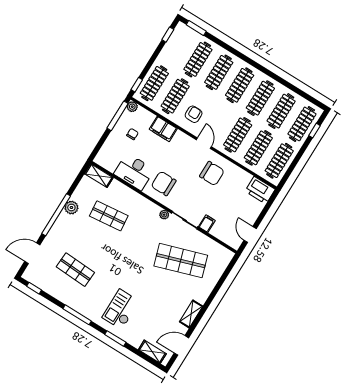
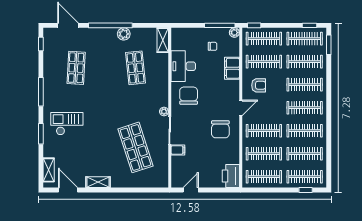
clothes rail: (177, 47) -> (305, 39), added

